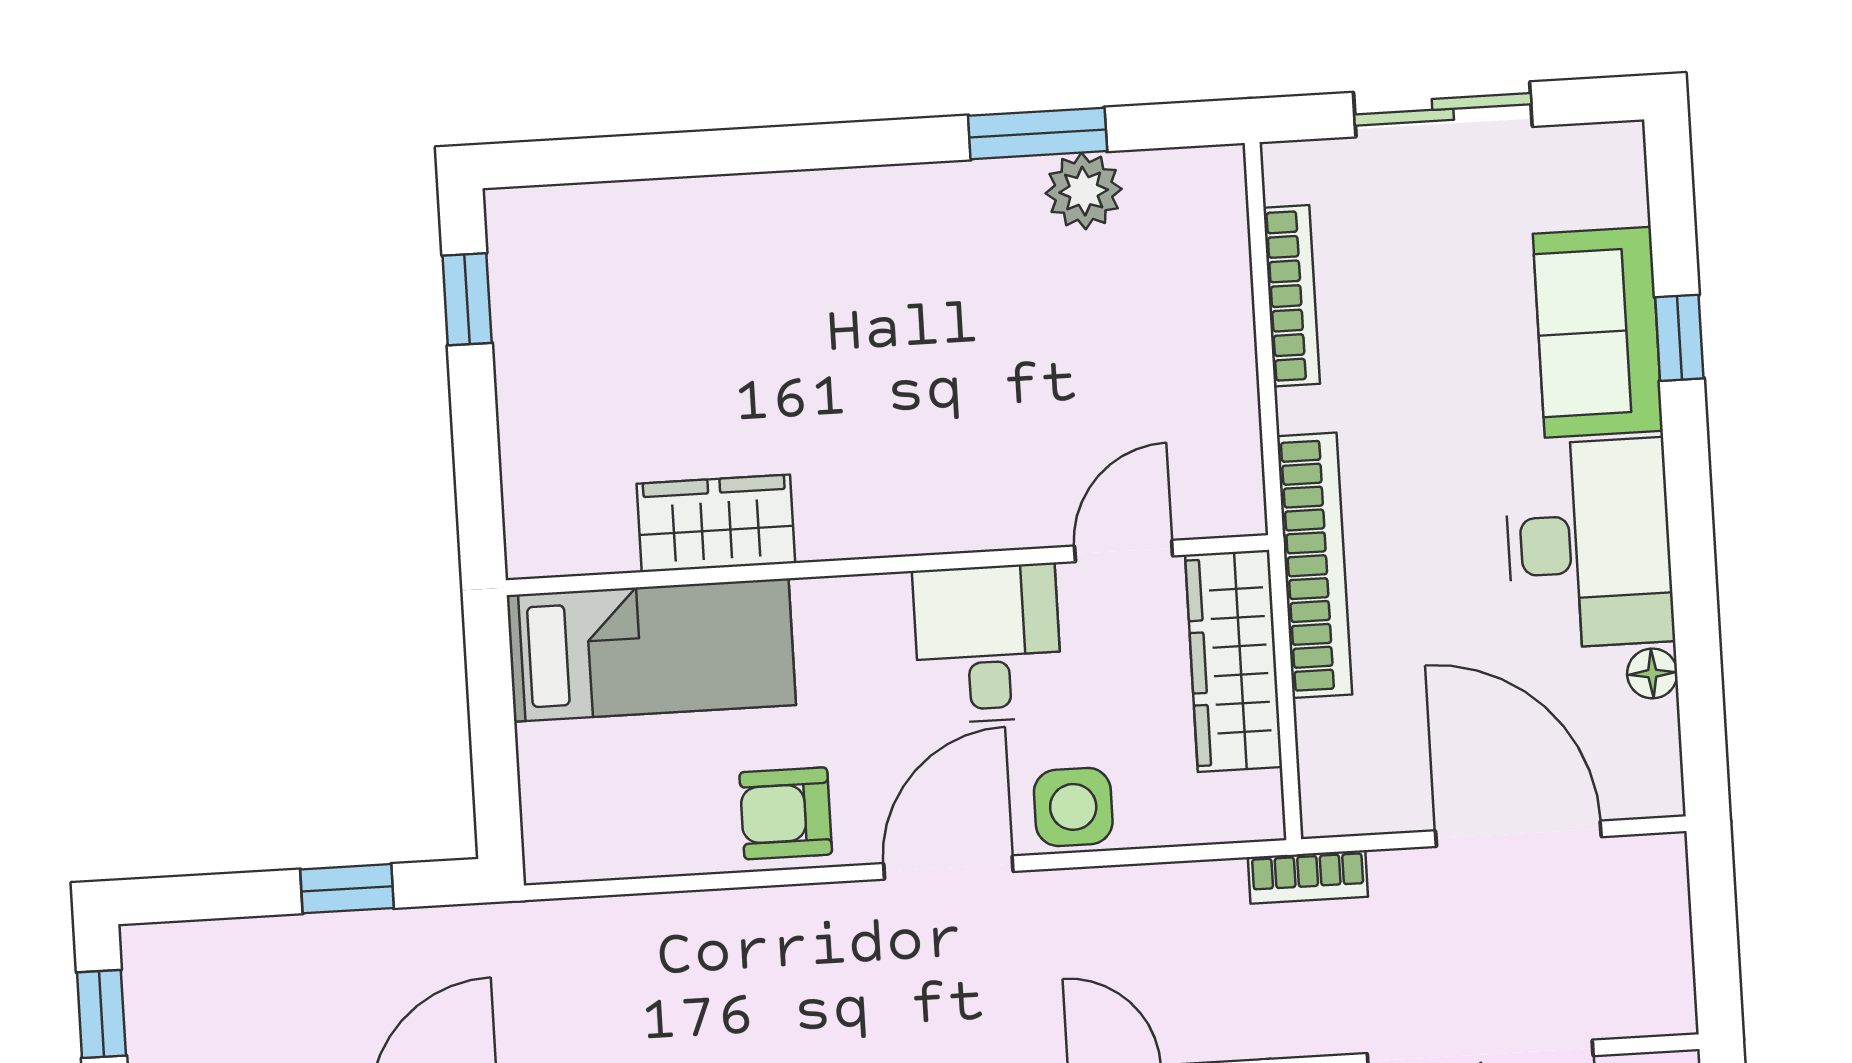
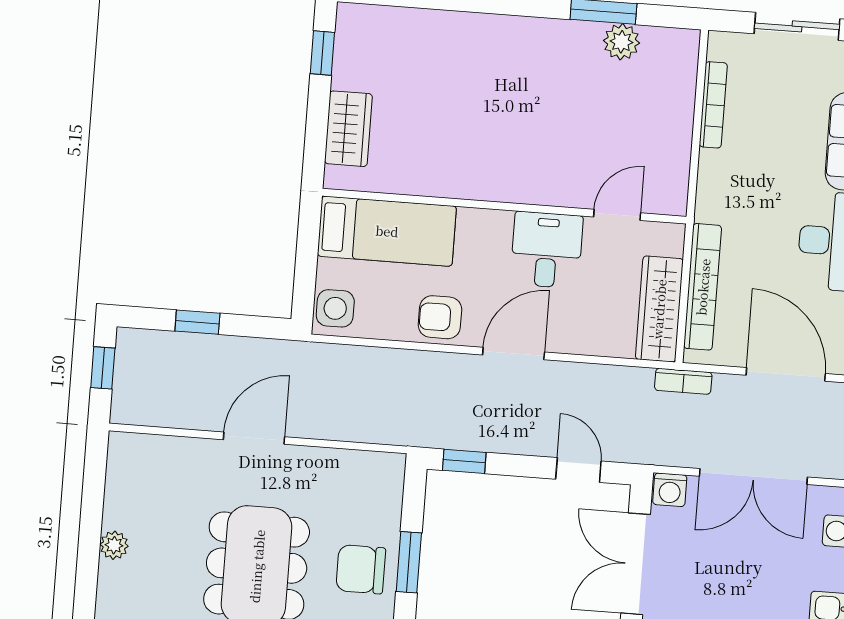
wardrobe: (716, 523) -> (348, 129), moved, turned 90
bookcase: (1315, 565) -> (703, 287), moved
wardrobe: (1234, 661) -> (659, 309), moved
side table: (1073, 807) -> (335, 308), moved
window: (347, 889) -> (197, 322), moved

